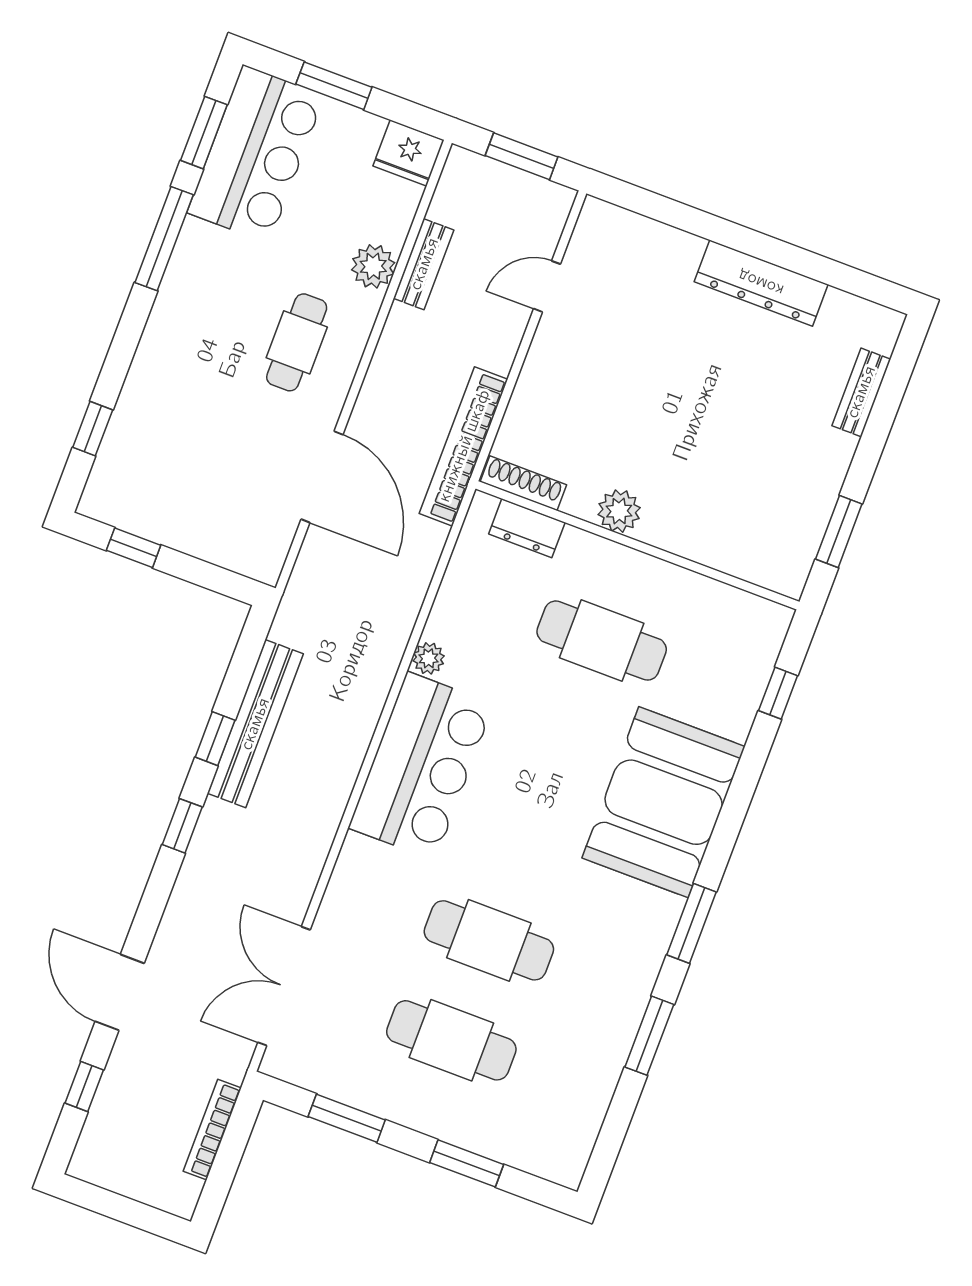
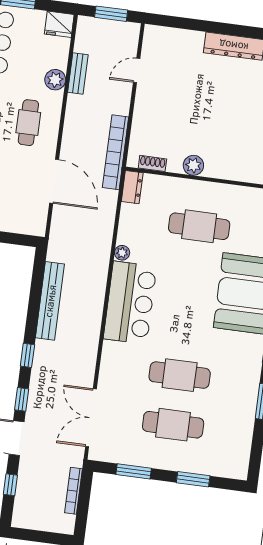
shoe rack: (523, 483) -> (152, 163), width x0.70
dresser: (527, 528) -> (132, 187), moved, turned -90
window: (215, 739) -> (22, 399), moved

